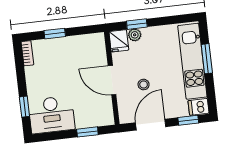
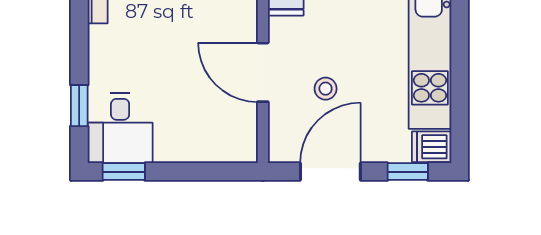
window: (207, 59) -> (460, 51), removed
desk: (52, 115) -> (120, 128), width x0.73
window: (87, 132) -> (124, 172), moved

